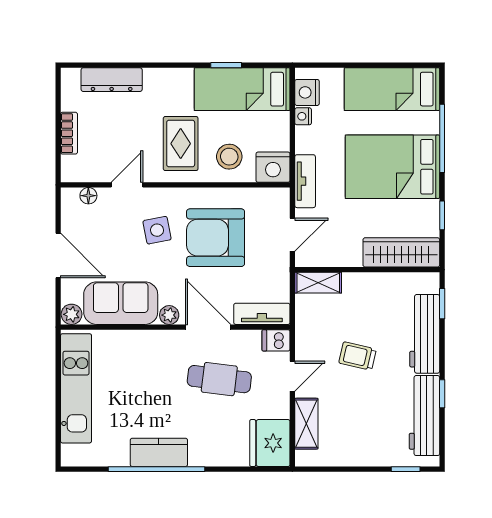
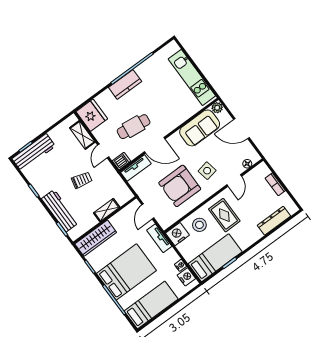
armchair: (216, 238) -> (180, 186), turned 180
shelving: (318, 283) -> (107, 210), moved
plant: (169, 315) -> (175, 138), removed
workbench: (424, 416) -> (34, 152), moved, turned 90
kitchen counter: (159, 452) -> (125, 84), moved

